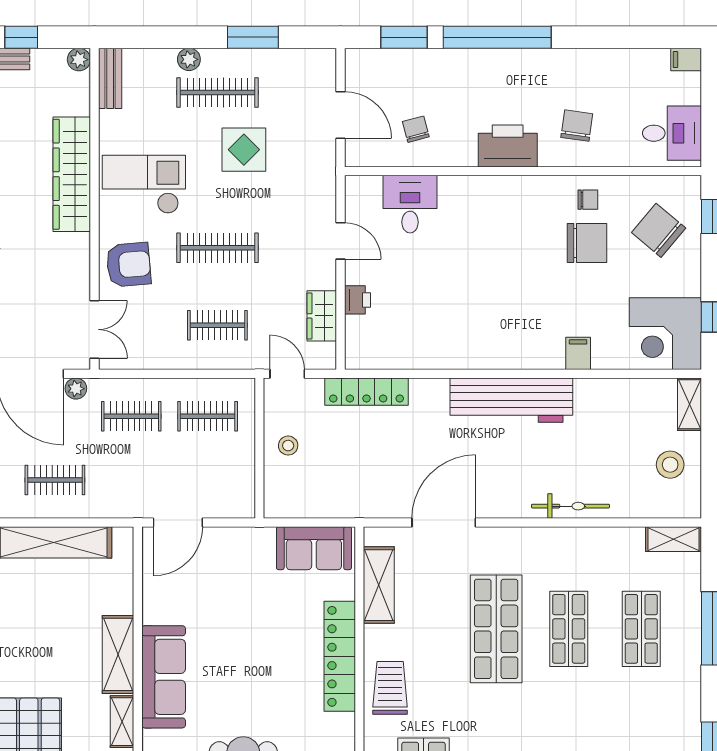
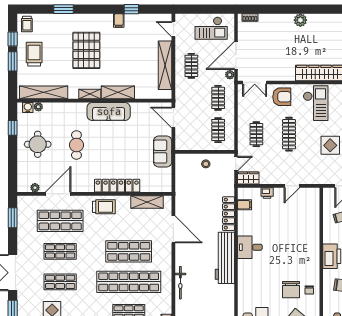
desk: (410, 204) -> (250, 247), moved, turned 180
armchair: (129, 265) -> (282, 97), turned -85
wardrobe: (322, 316) -> (248, 178), moved
filing cabinet: (578, 353) -> (245, 205), moved
locker: (367, 392) -> (228, 214), moved
sofa: (314, 548) -> (163, 152), moved
shop shelf: (569, 629) -> (129, 282), width x2.00, depth x1.36

